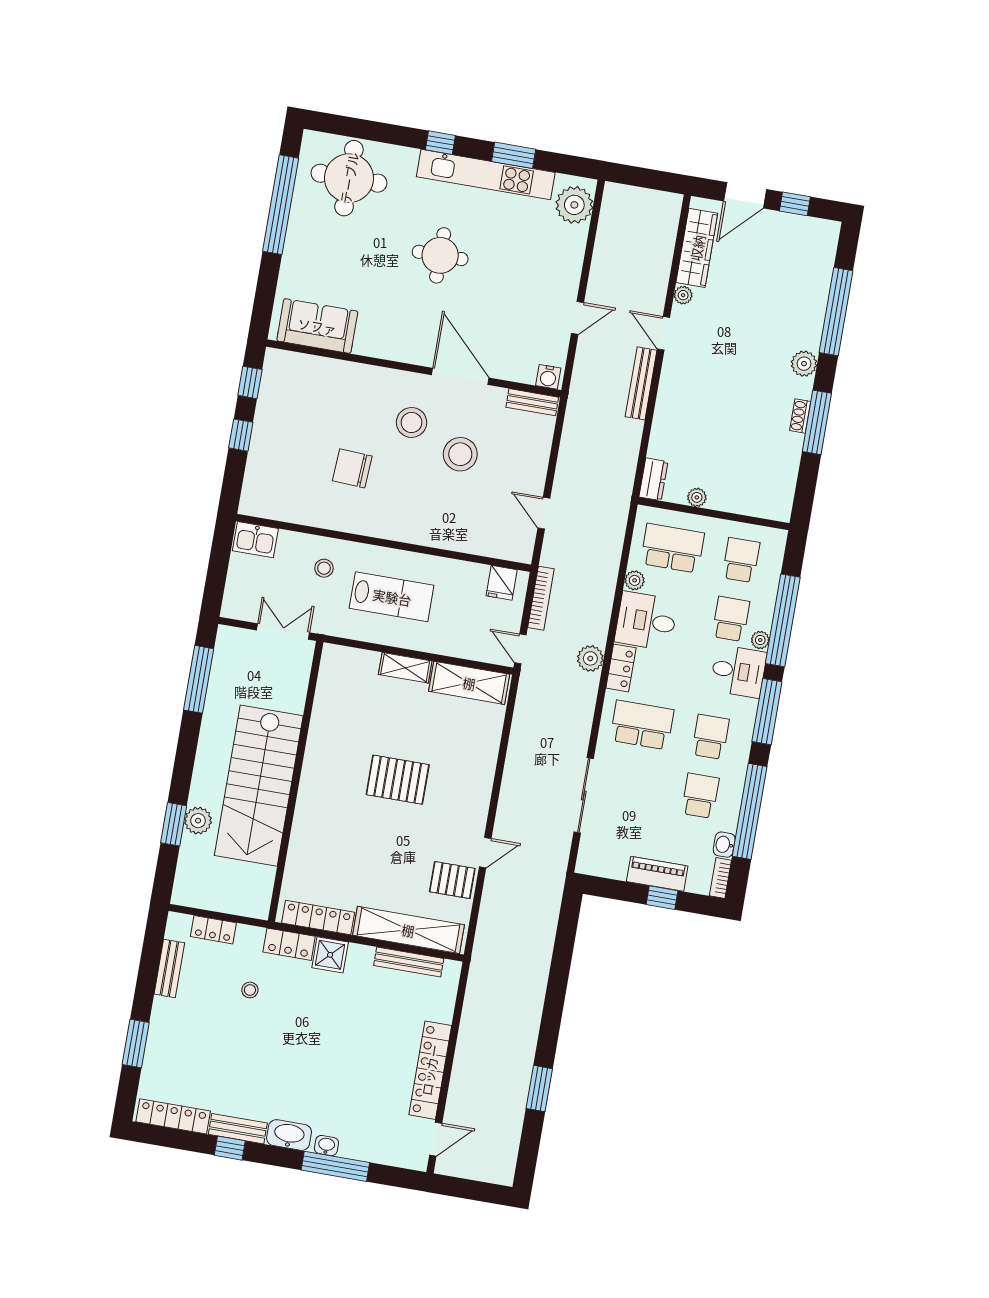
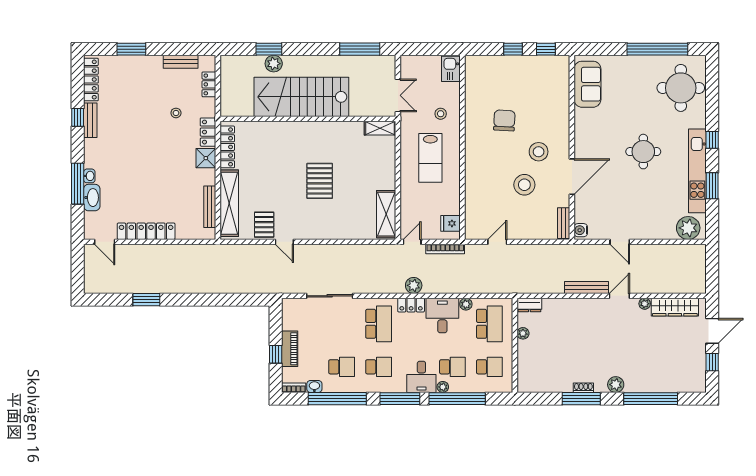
door: (745, 195) -> (712, 331), swing flipped
shelving: (405, 668) -> (380, 128), moved, turned 90
washbasin: (289, 1135) -> (92, 198), moved

